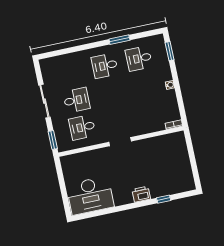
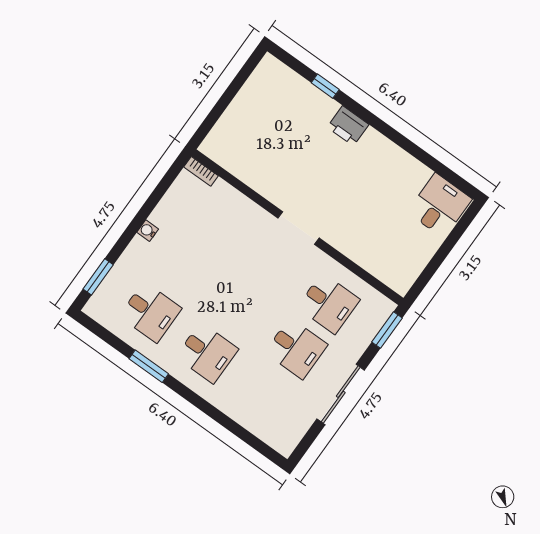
desk: (76, 100) -> (296, 349), turned 180
desk: (90, 196) -> (439, 205), width x0.53, depth x0.77

